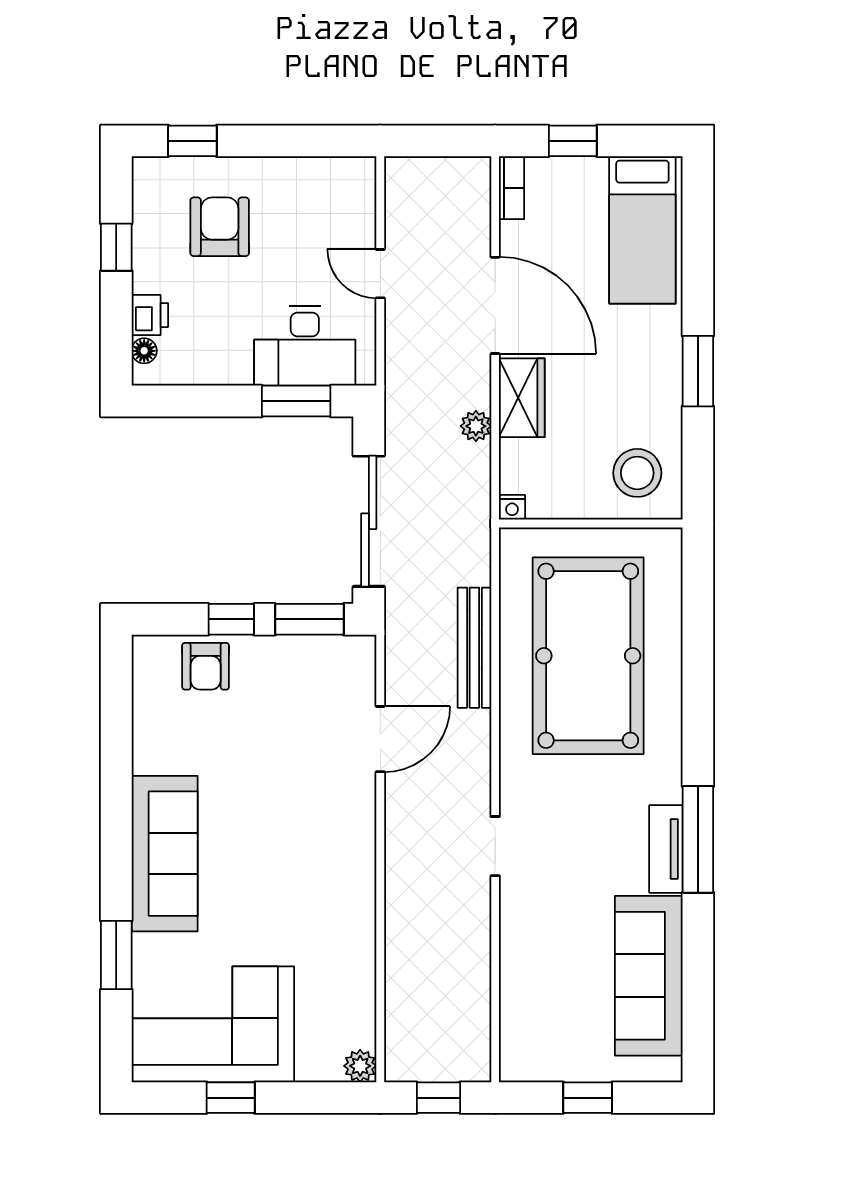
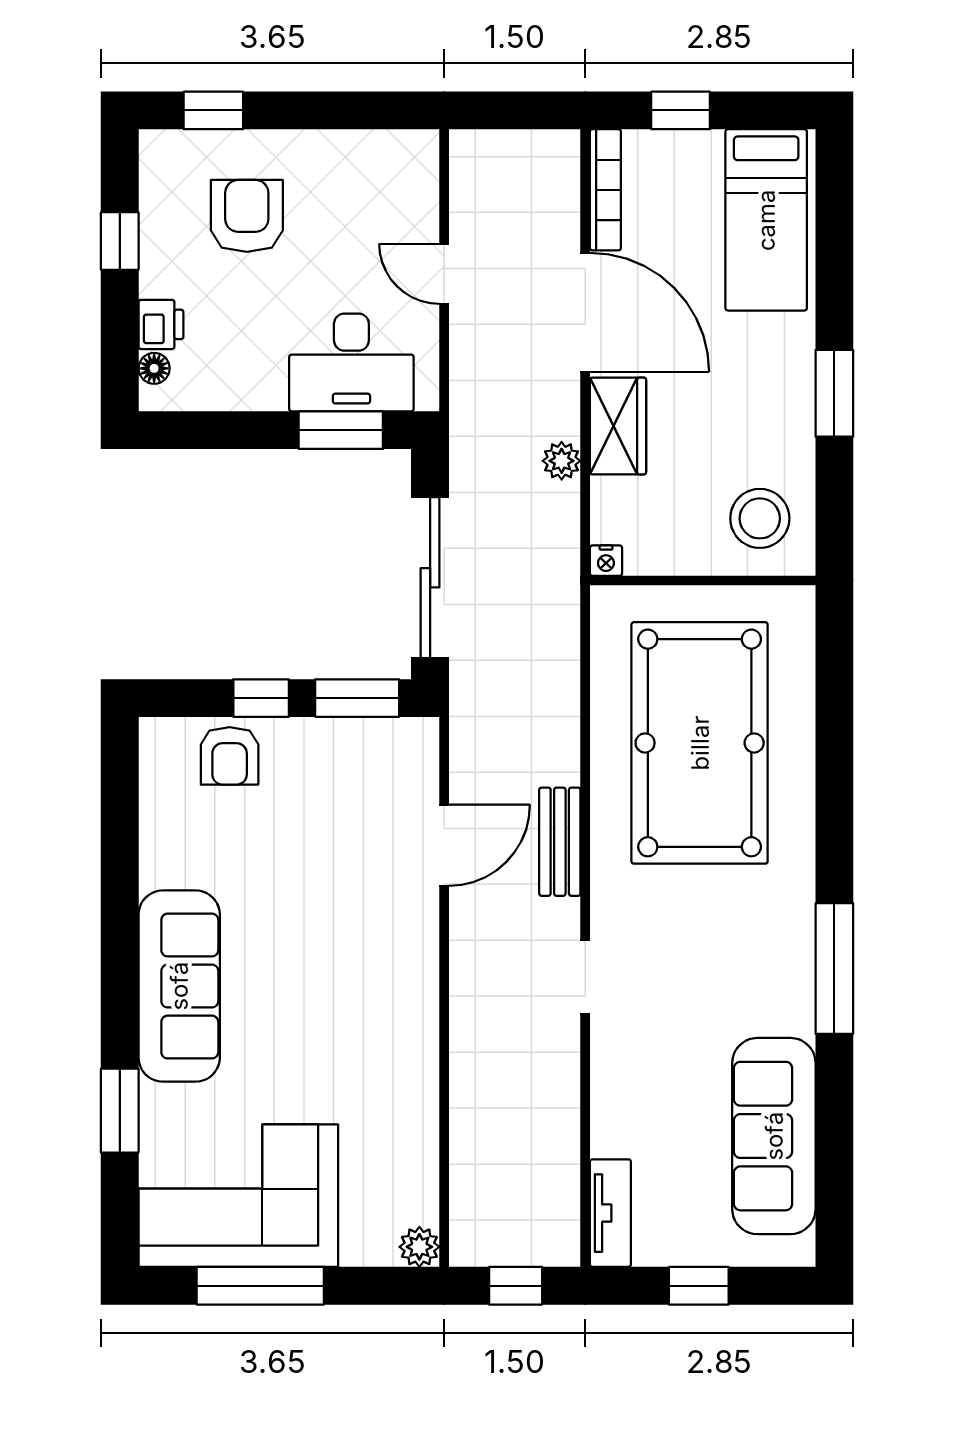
bookcase: (512, 188) -> (605, 190), width x1.56
bench: (474, 648) -> (560, 842), moved, width x0.73
tv unit: (666, 849) -> (610, 1213), moved, turned 180
window: (231, 1098) -> (260, 1286), width x2.17

